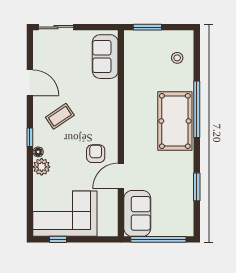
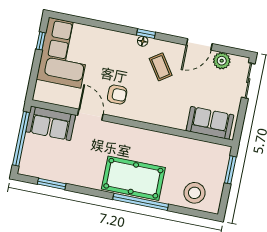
stool: (177, 58) -> (194, 193), width x1.89, depth x1.89
floor lamp: (38, 152) -> (143, 41), moved
plant: (42, 167) -> (222, 61), moved
window: (197, 187) -> (52, 184), moved

